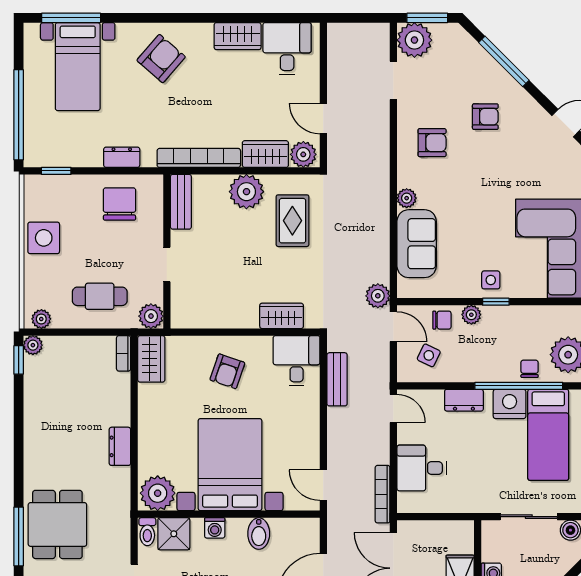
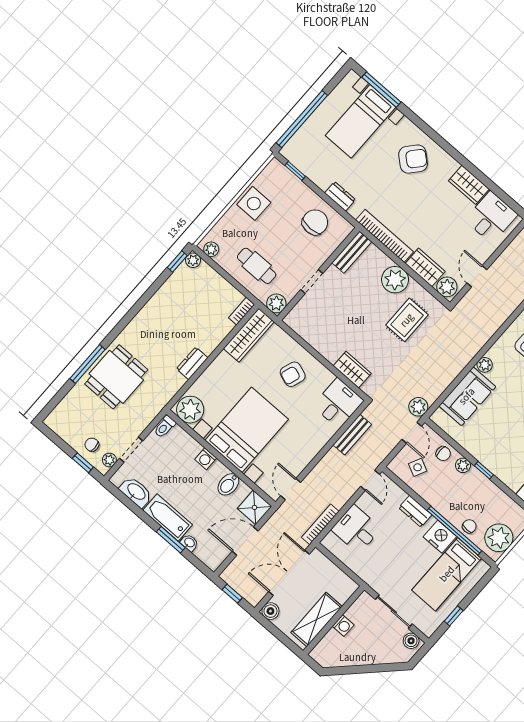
side table: (491, 280) -> (492, 455), removed
wardrobe: (151, 359) -> (249, 335), width x1.50
shower: (174, 534) -> (254, 507), moved

